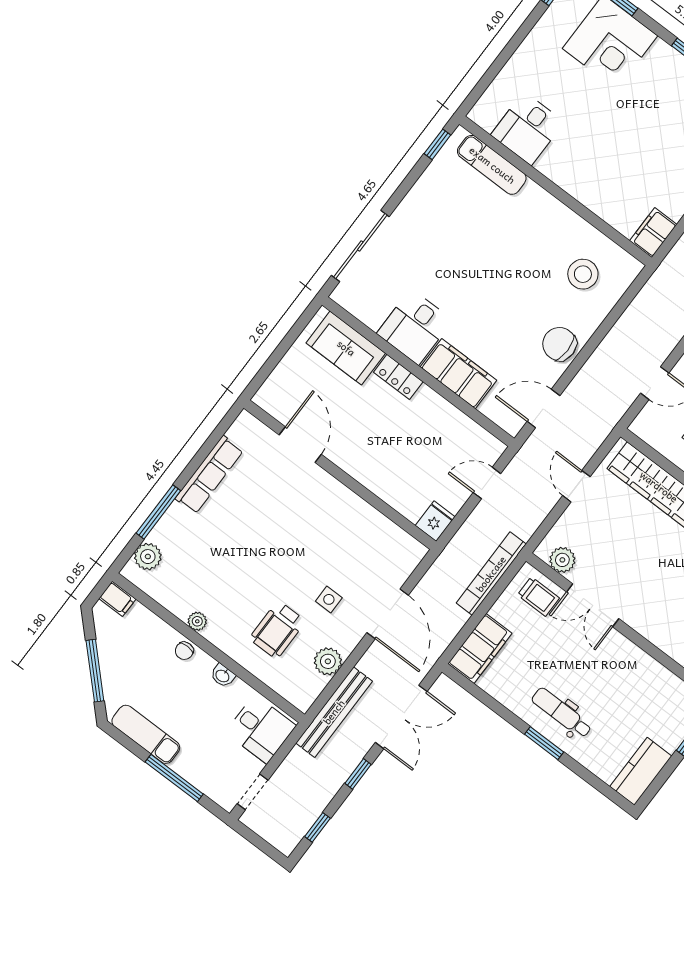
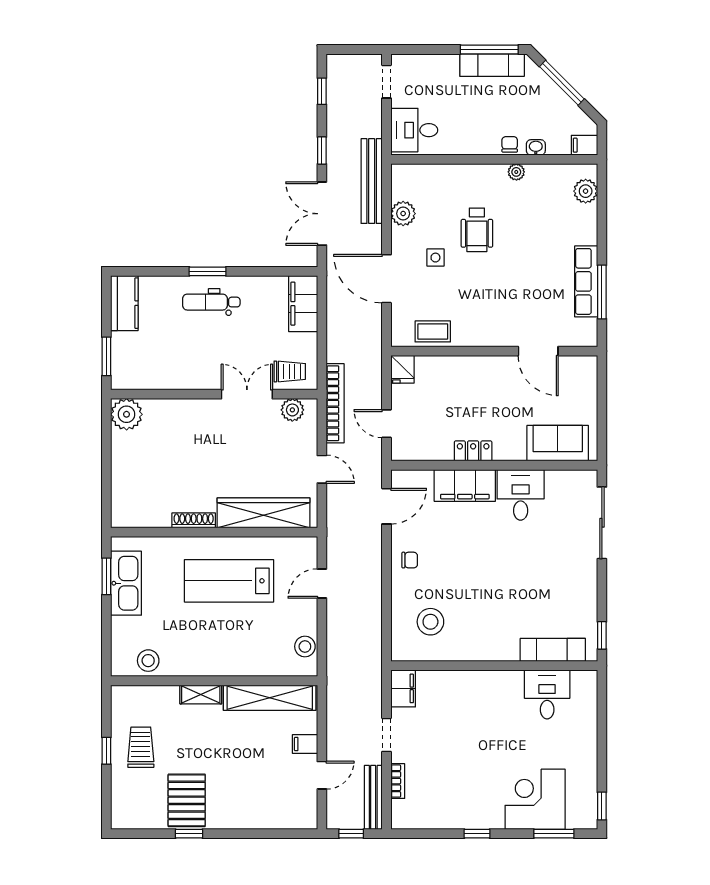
chair: (559, 344) -> (410, 560), width x0.54, depth x0.54
locker: (398, 377) -> (473, 451), moved
door: (487, 483) -> (386, 424), swing flipped
window: (158, 512) -> (602, 292), moved
coffee table: (382, 535) -> (433, 331), added
bookcase: (491, 574) -> (335, 403), moved
trolley: (538, 596) -> (290, 371), turned 180
wheelchair: (277, 630) -> (477, 230), moved, turned 180
washbasin: (223, 676) -> (536, 147), moved
dental chair: (562, 713) -> (211, 302), turned 180
window: (174, 778) -> (489, 49), moved

